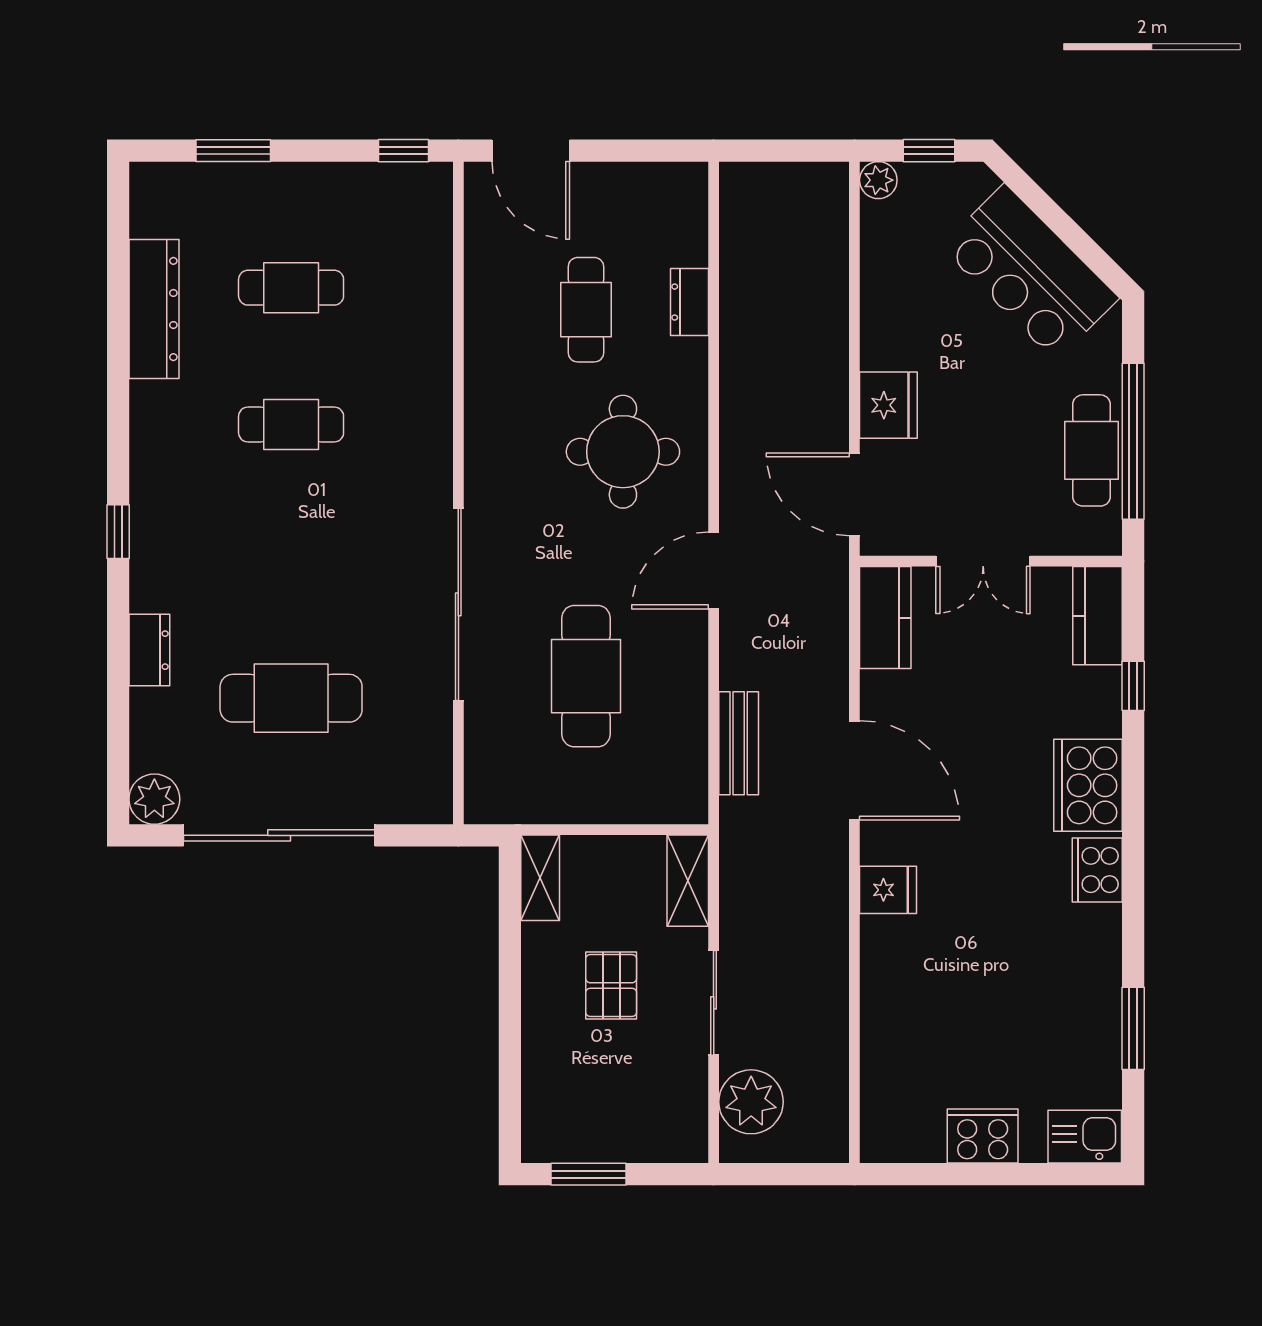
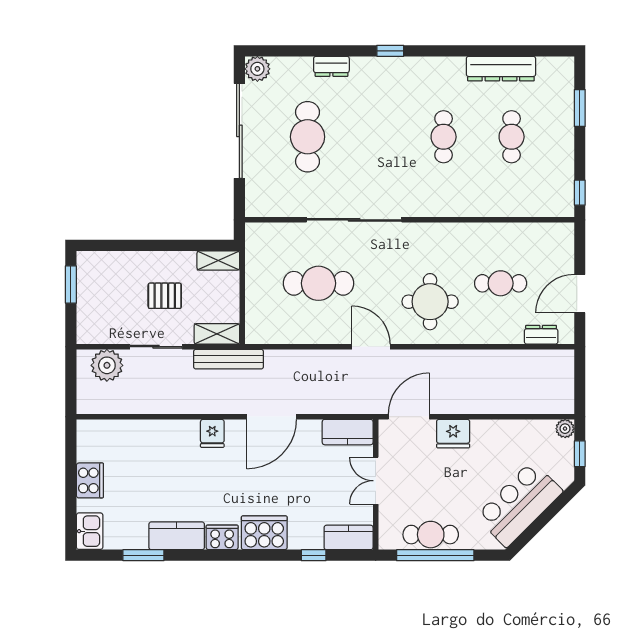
door: (531, 151) -> (580, 294), moved
dresser: (689, 302) -> (541, 335), moved
bench: (739, 743) -> (228, 359), moved, width x1.36
kitchen counter: (1094, 961) -> (177, 536), added

